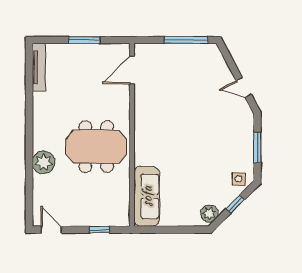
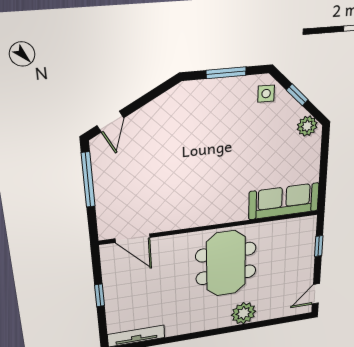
window: (84, 40) -> (100, 295), width x0.67
door: (244, 87) -> (110, 122), moved

